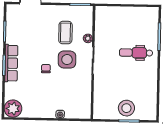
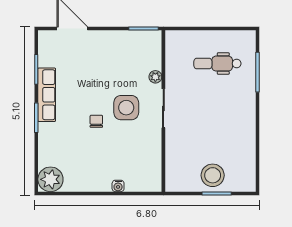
coffee table: (65, 33) -> (123, 69), removed
dental chair: (136, 53) -> (217, 64), moved
row of seats: (11, 63) -> (47, 95), moved

